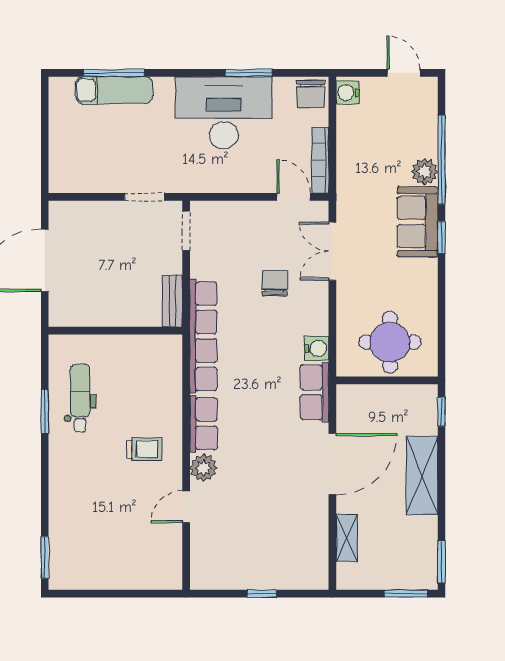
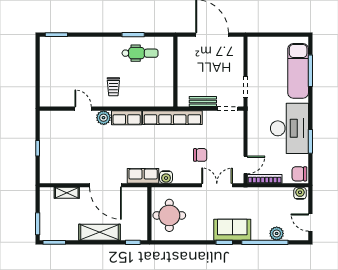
door: (404, 73) -> (310, 223), swing flipped
exam couch: (114, 90) -> (298, 71), width x1.36, depth x1.45
plant: (424, 172) -> (277, 233), moved
bench: (173, 301) -> (203, 101), moved

